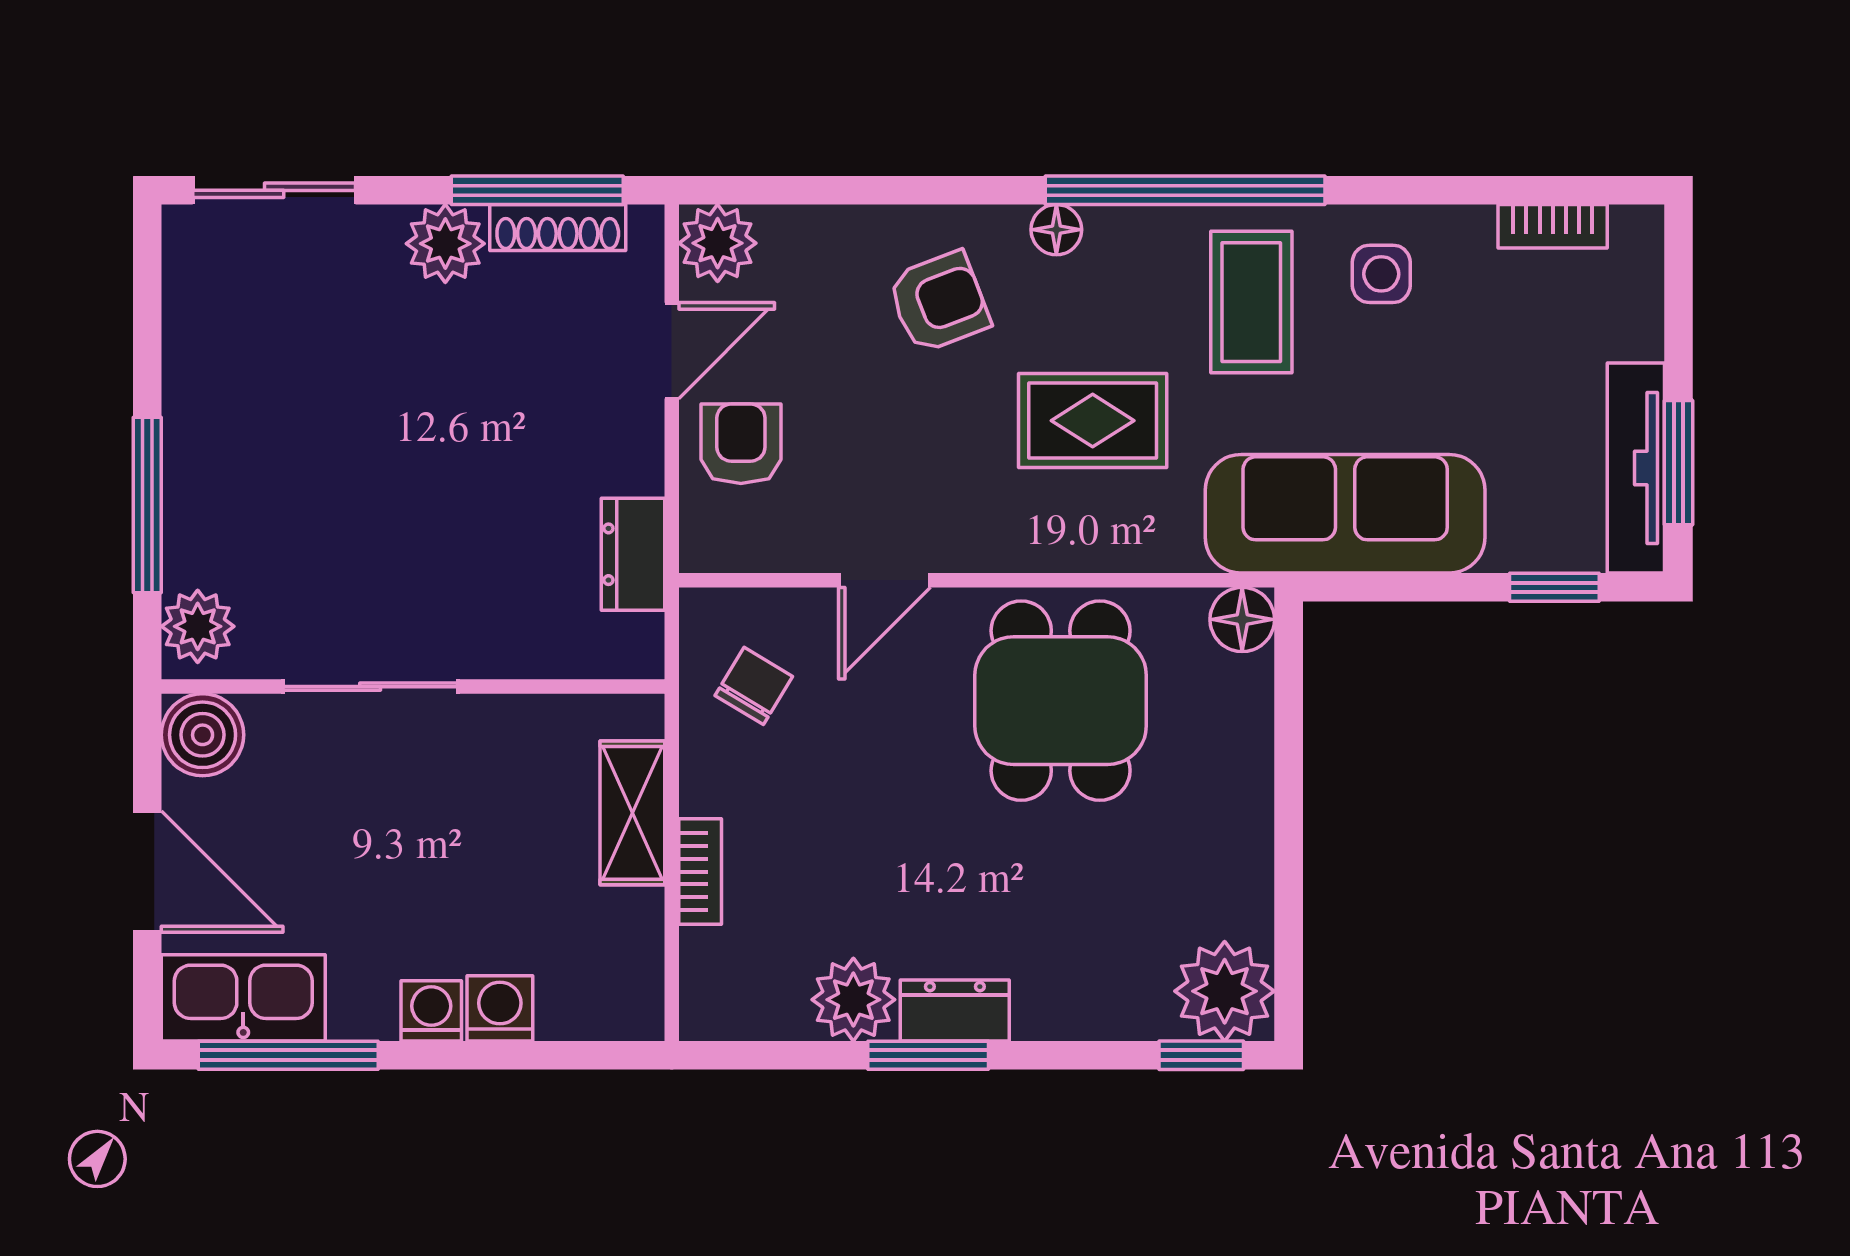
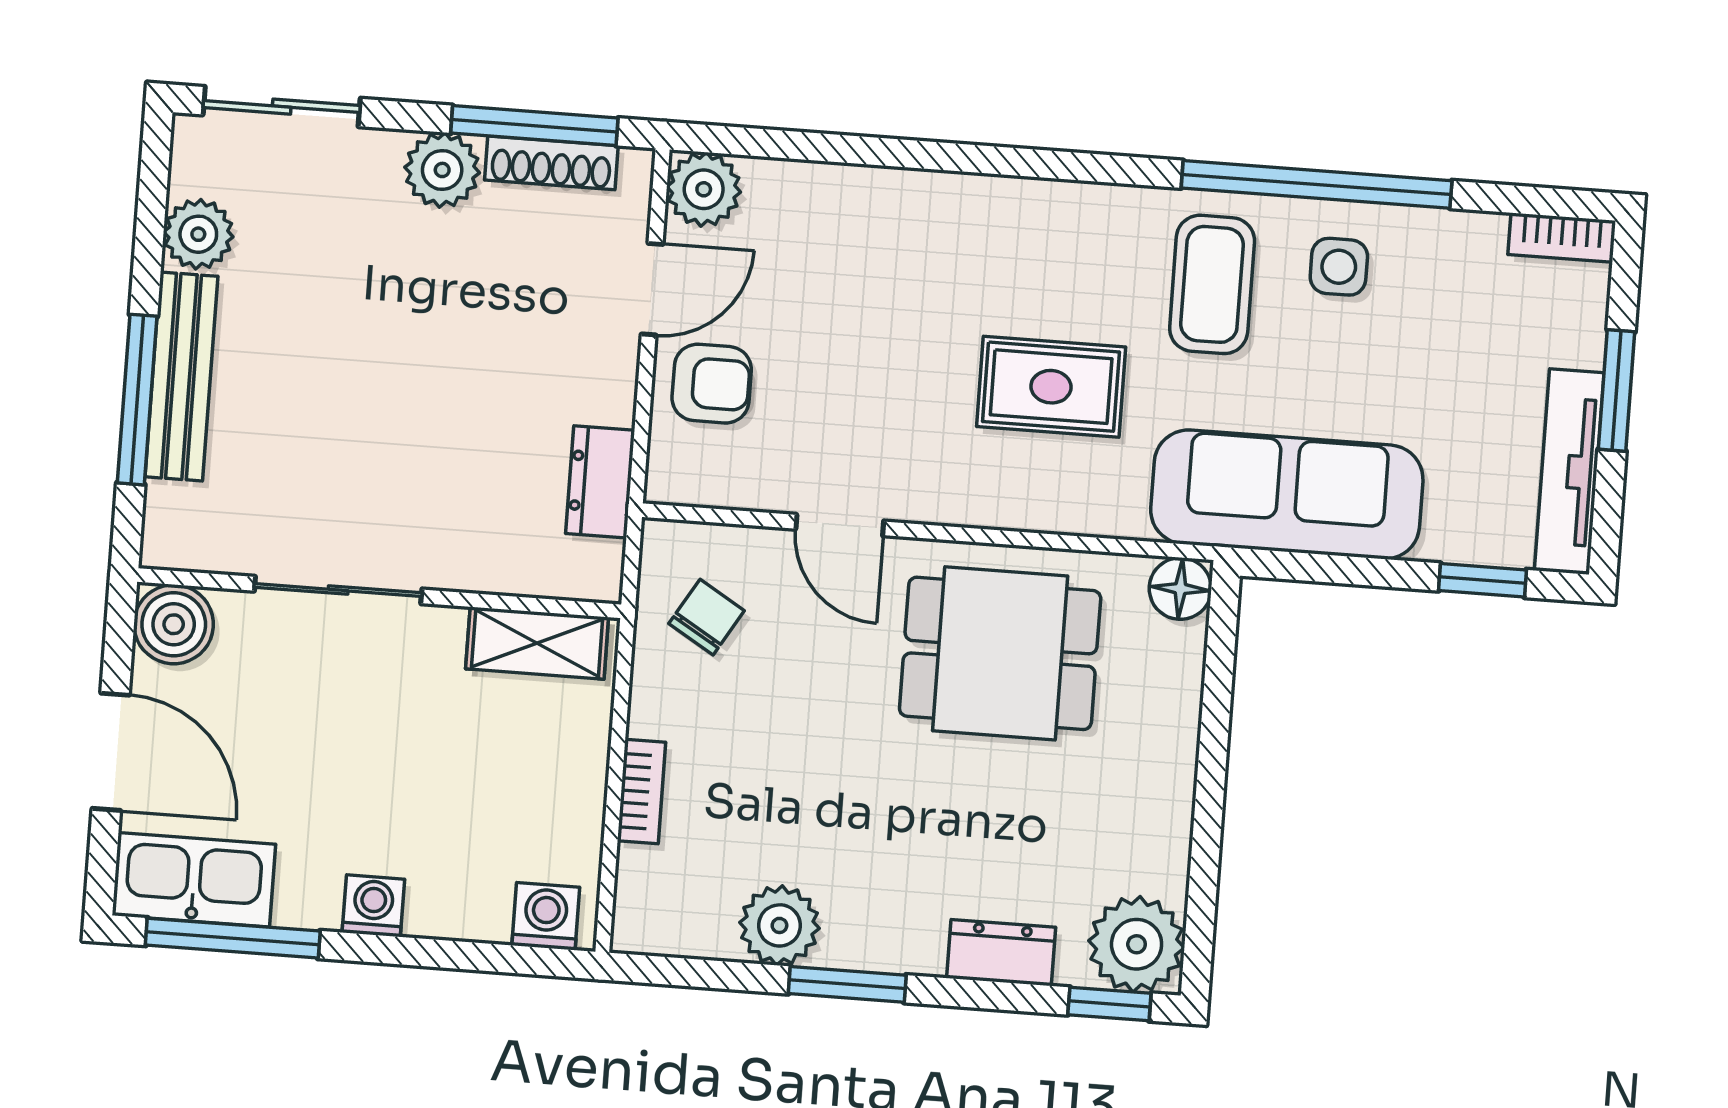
window: (1185, 190) -> (1317, 184), moved
bookcase: (1553, 226) -> (1562, 238), moved
floor lamp: (1056, 230) -> (1030, 201), removed
armchair: (939, 302) -> (912, 262), removed
armchair: (741, 444) -> (712, 384), turned 90
window: (1678, 463) -> (1617, 390), moved
bench: (191, 478) -> (181, 377), added
door: (885, 580) -> (840, 525), hinge flipped
plant: (198, 626) -> (198, 234), moved
dining table: (1061, 701) -> (1000, 653), turned 90
shelving: (632, 813) -> (537, 643), moved, turned 90
washing machine: (500, 1008) -> (546, 916), moved
dresser: (955, 1010) -> (1001, 953), moved

